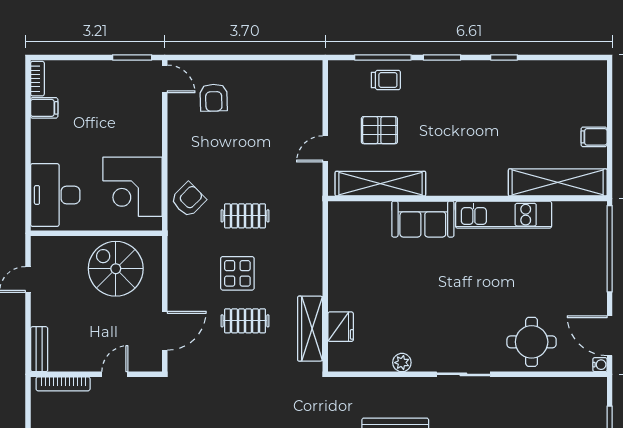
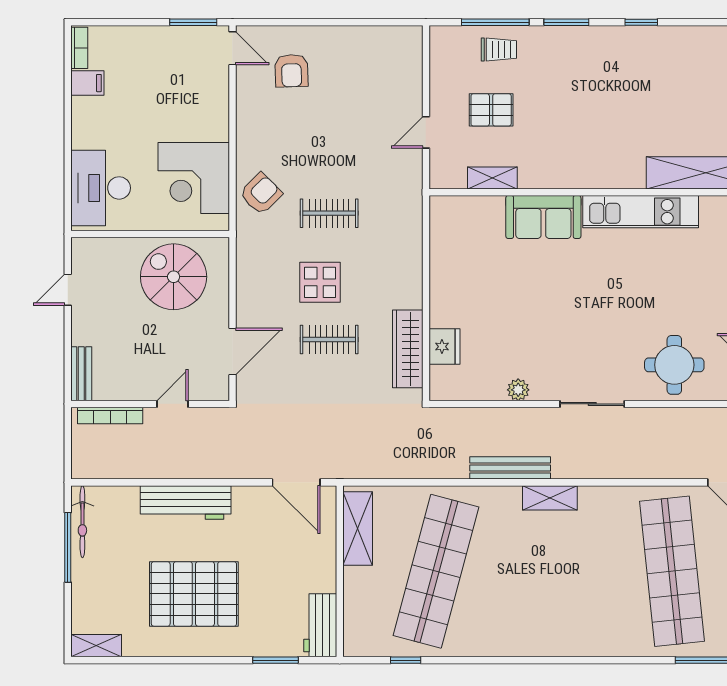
shelving: (380, 184) -> (492, 178), width x0.45, depth x0.75

